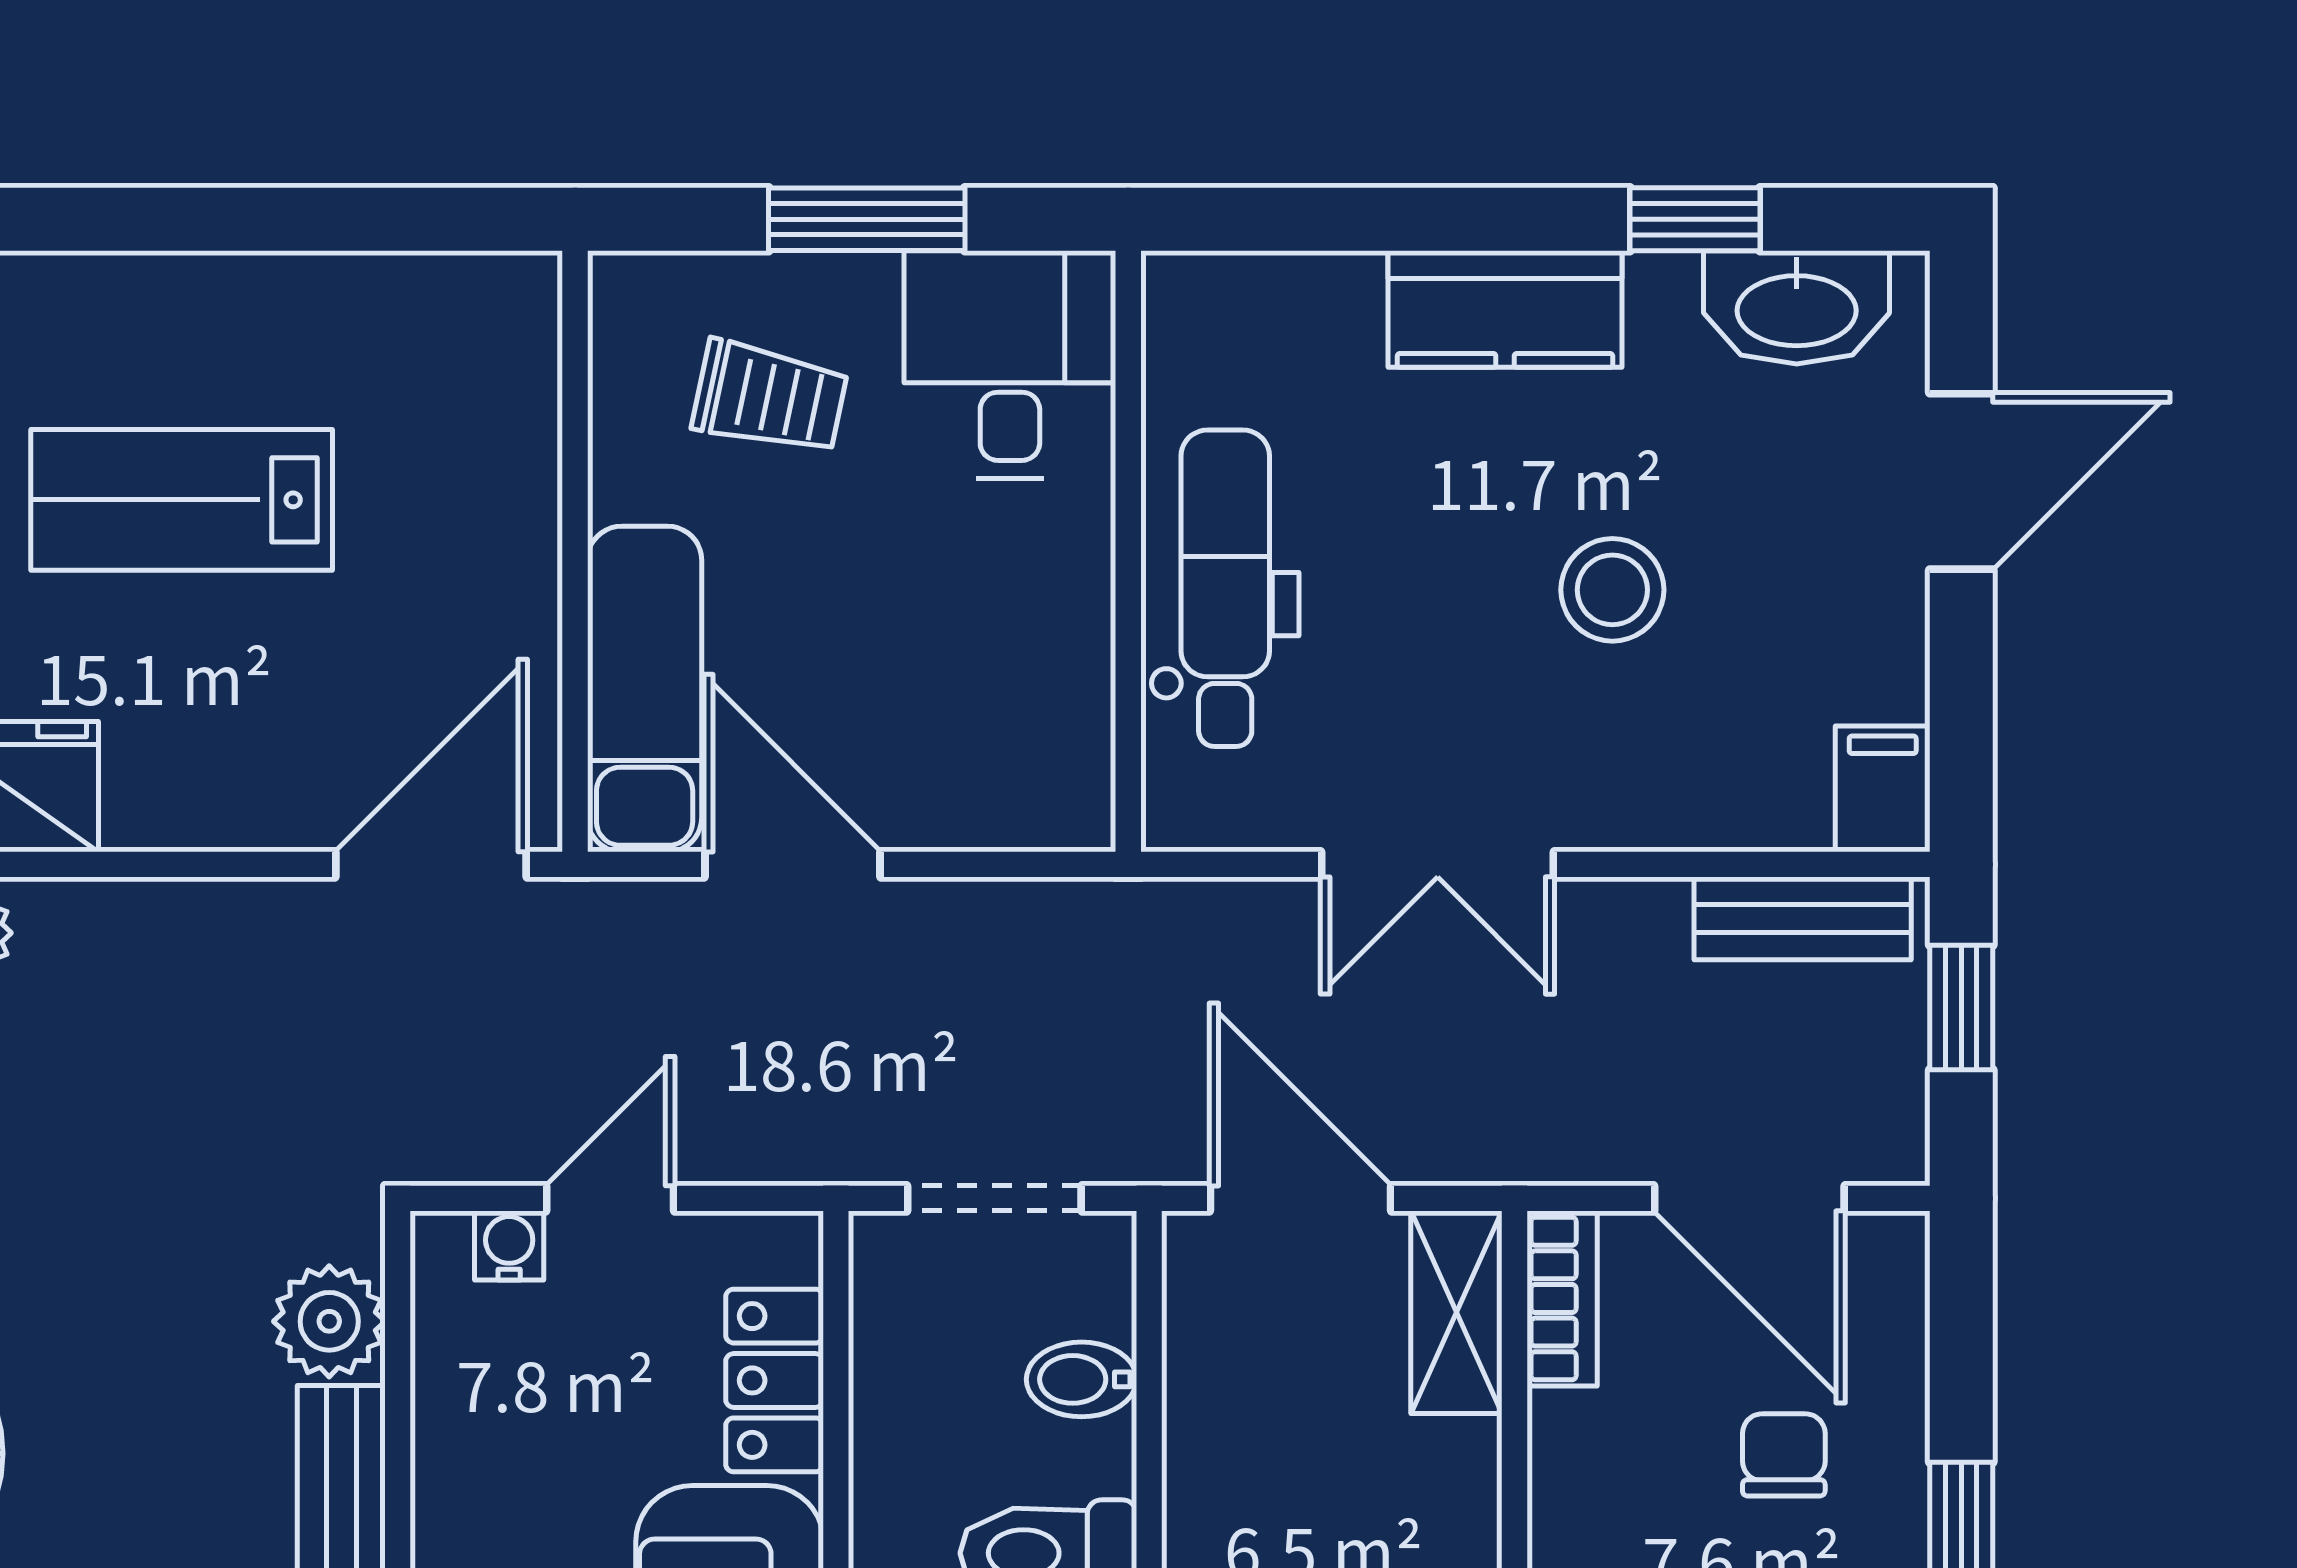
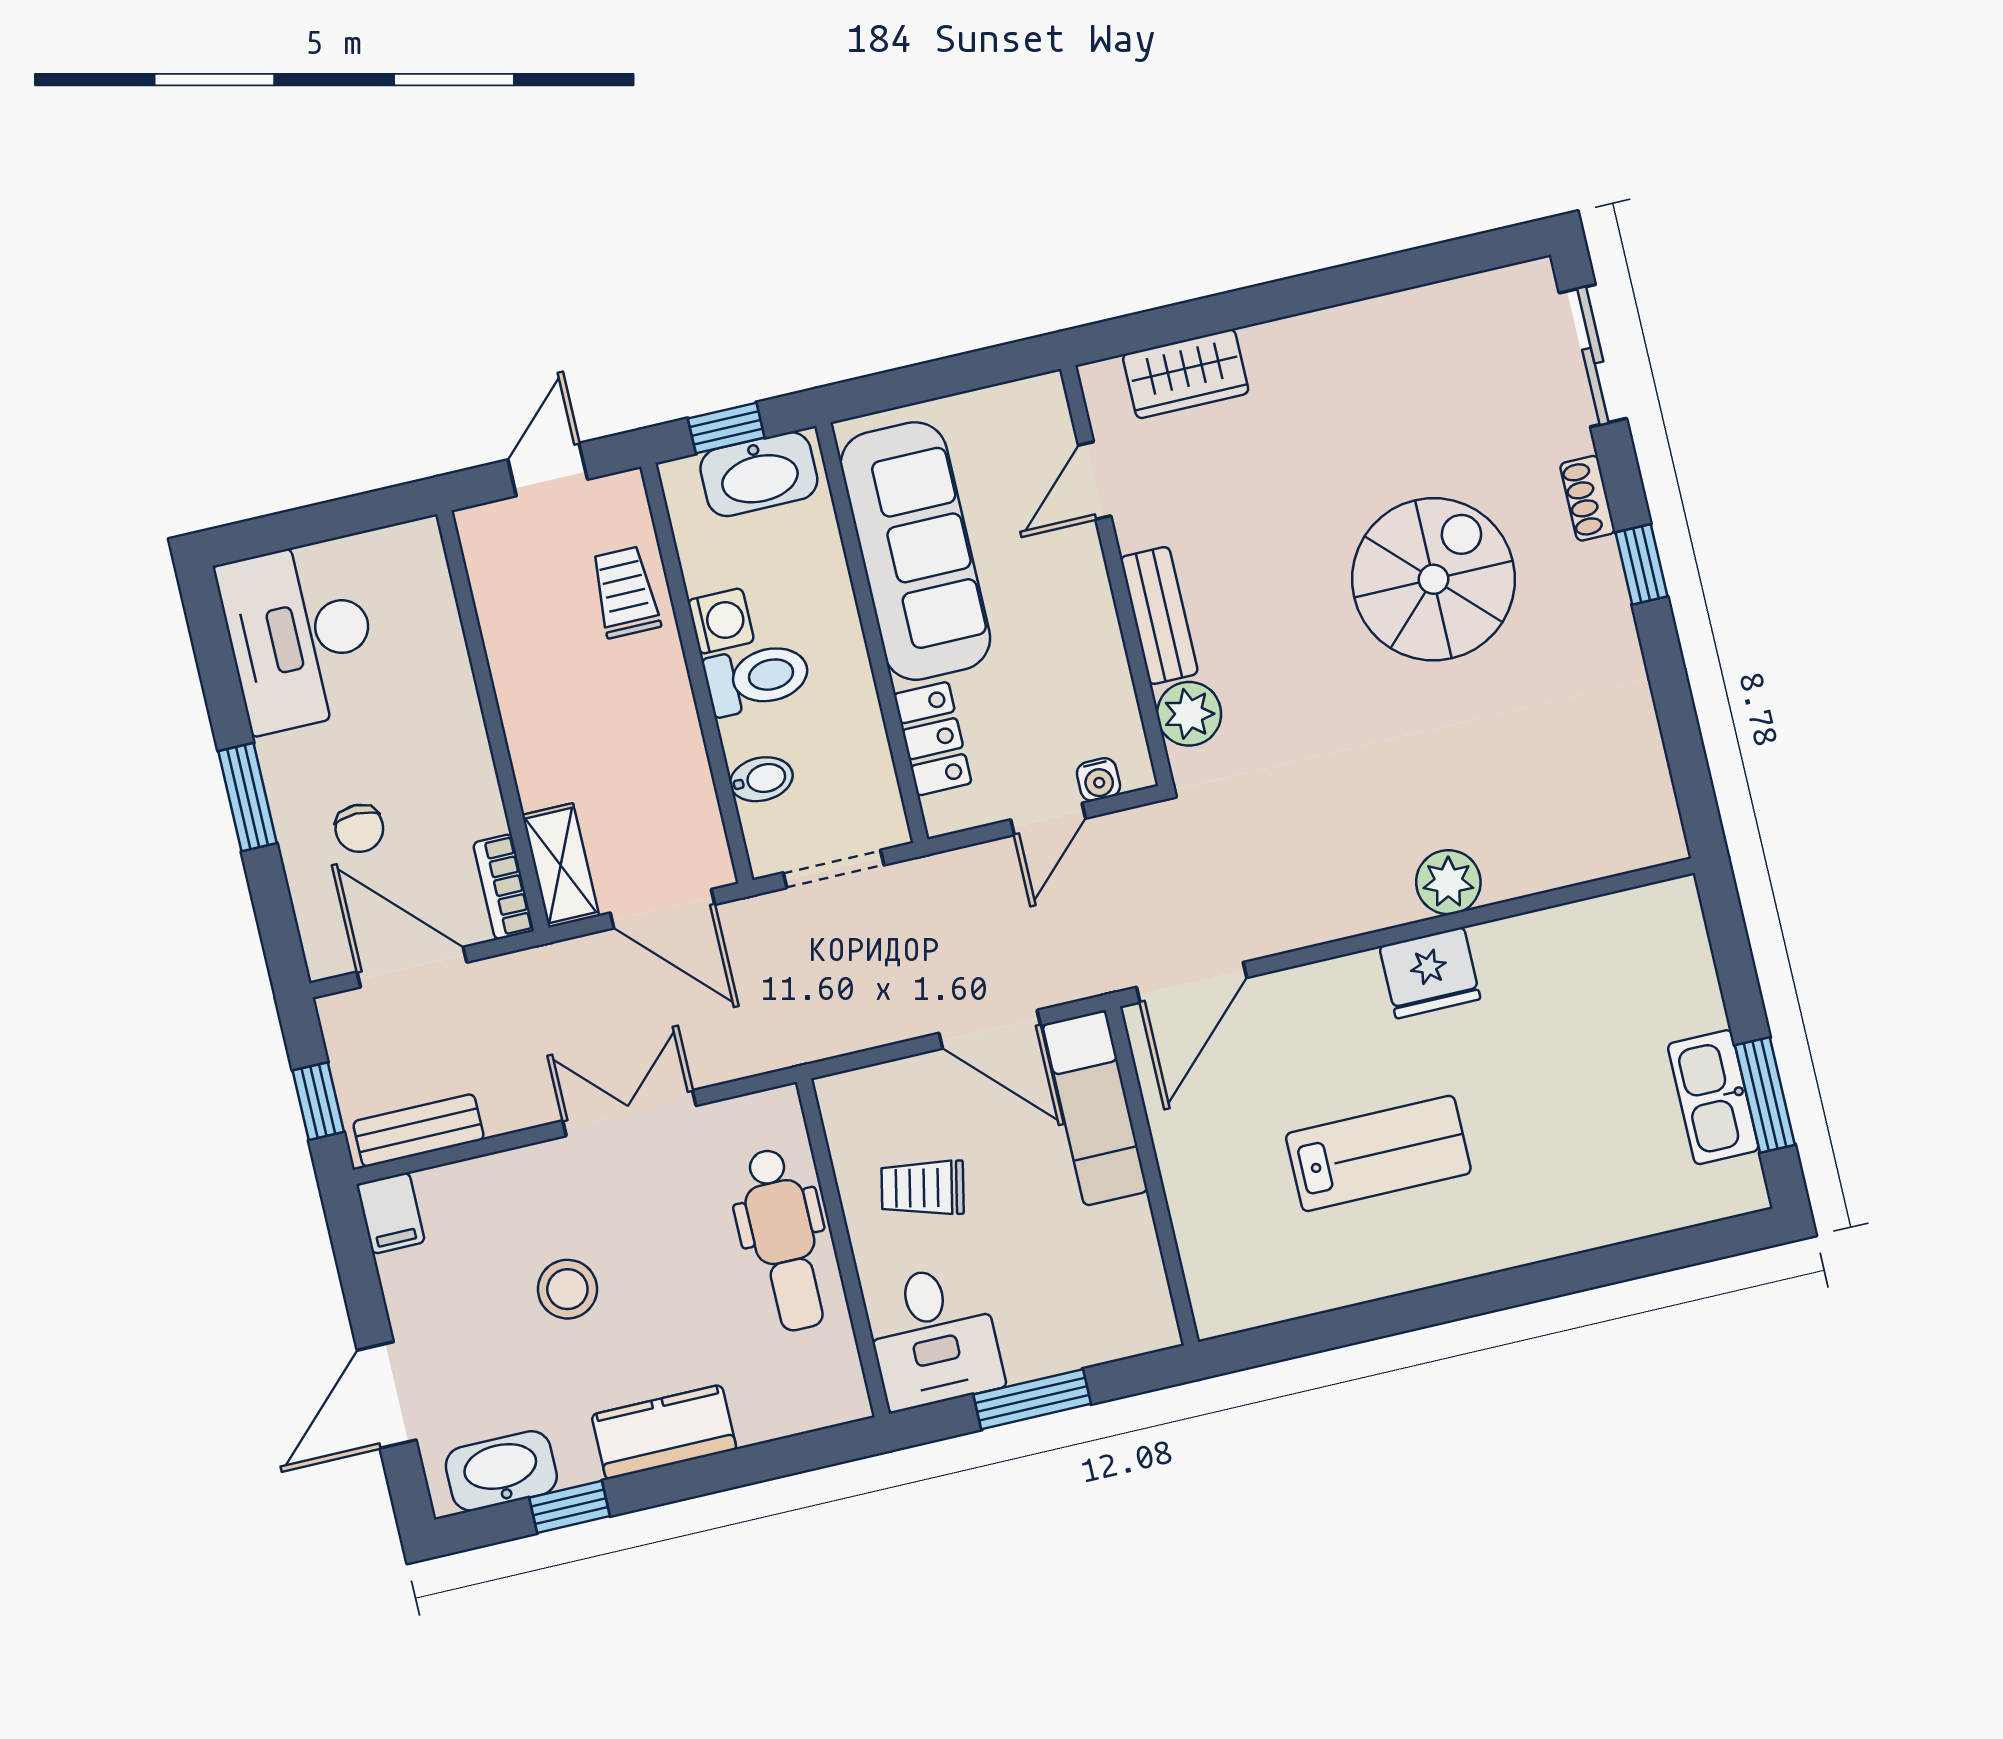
trolley: (770, 398) -> (923, 1188), moved

